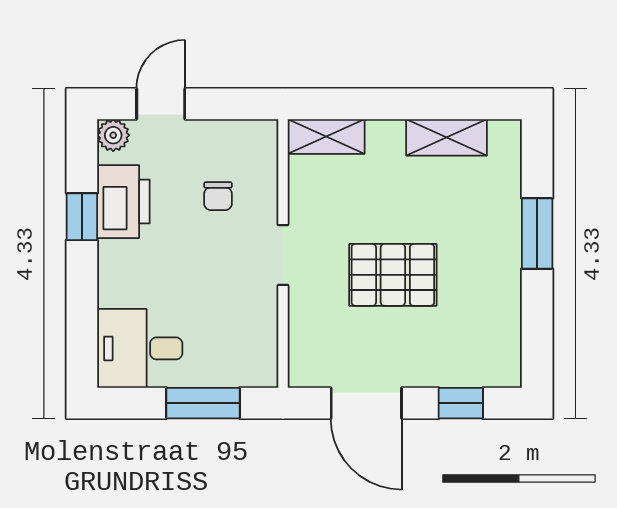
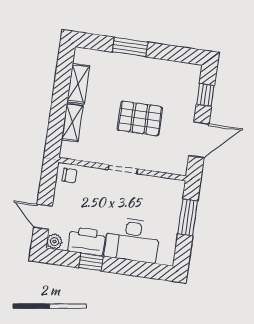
shelving: (326, 137) -> (72, 122), moved
chair: (218, 196) -> (70, 175), moved
pallet: (393, 275) -> (140, 118), turned 90
desk: (140, 348) -> (132, 240), moved, width x1.37

